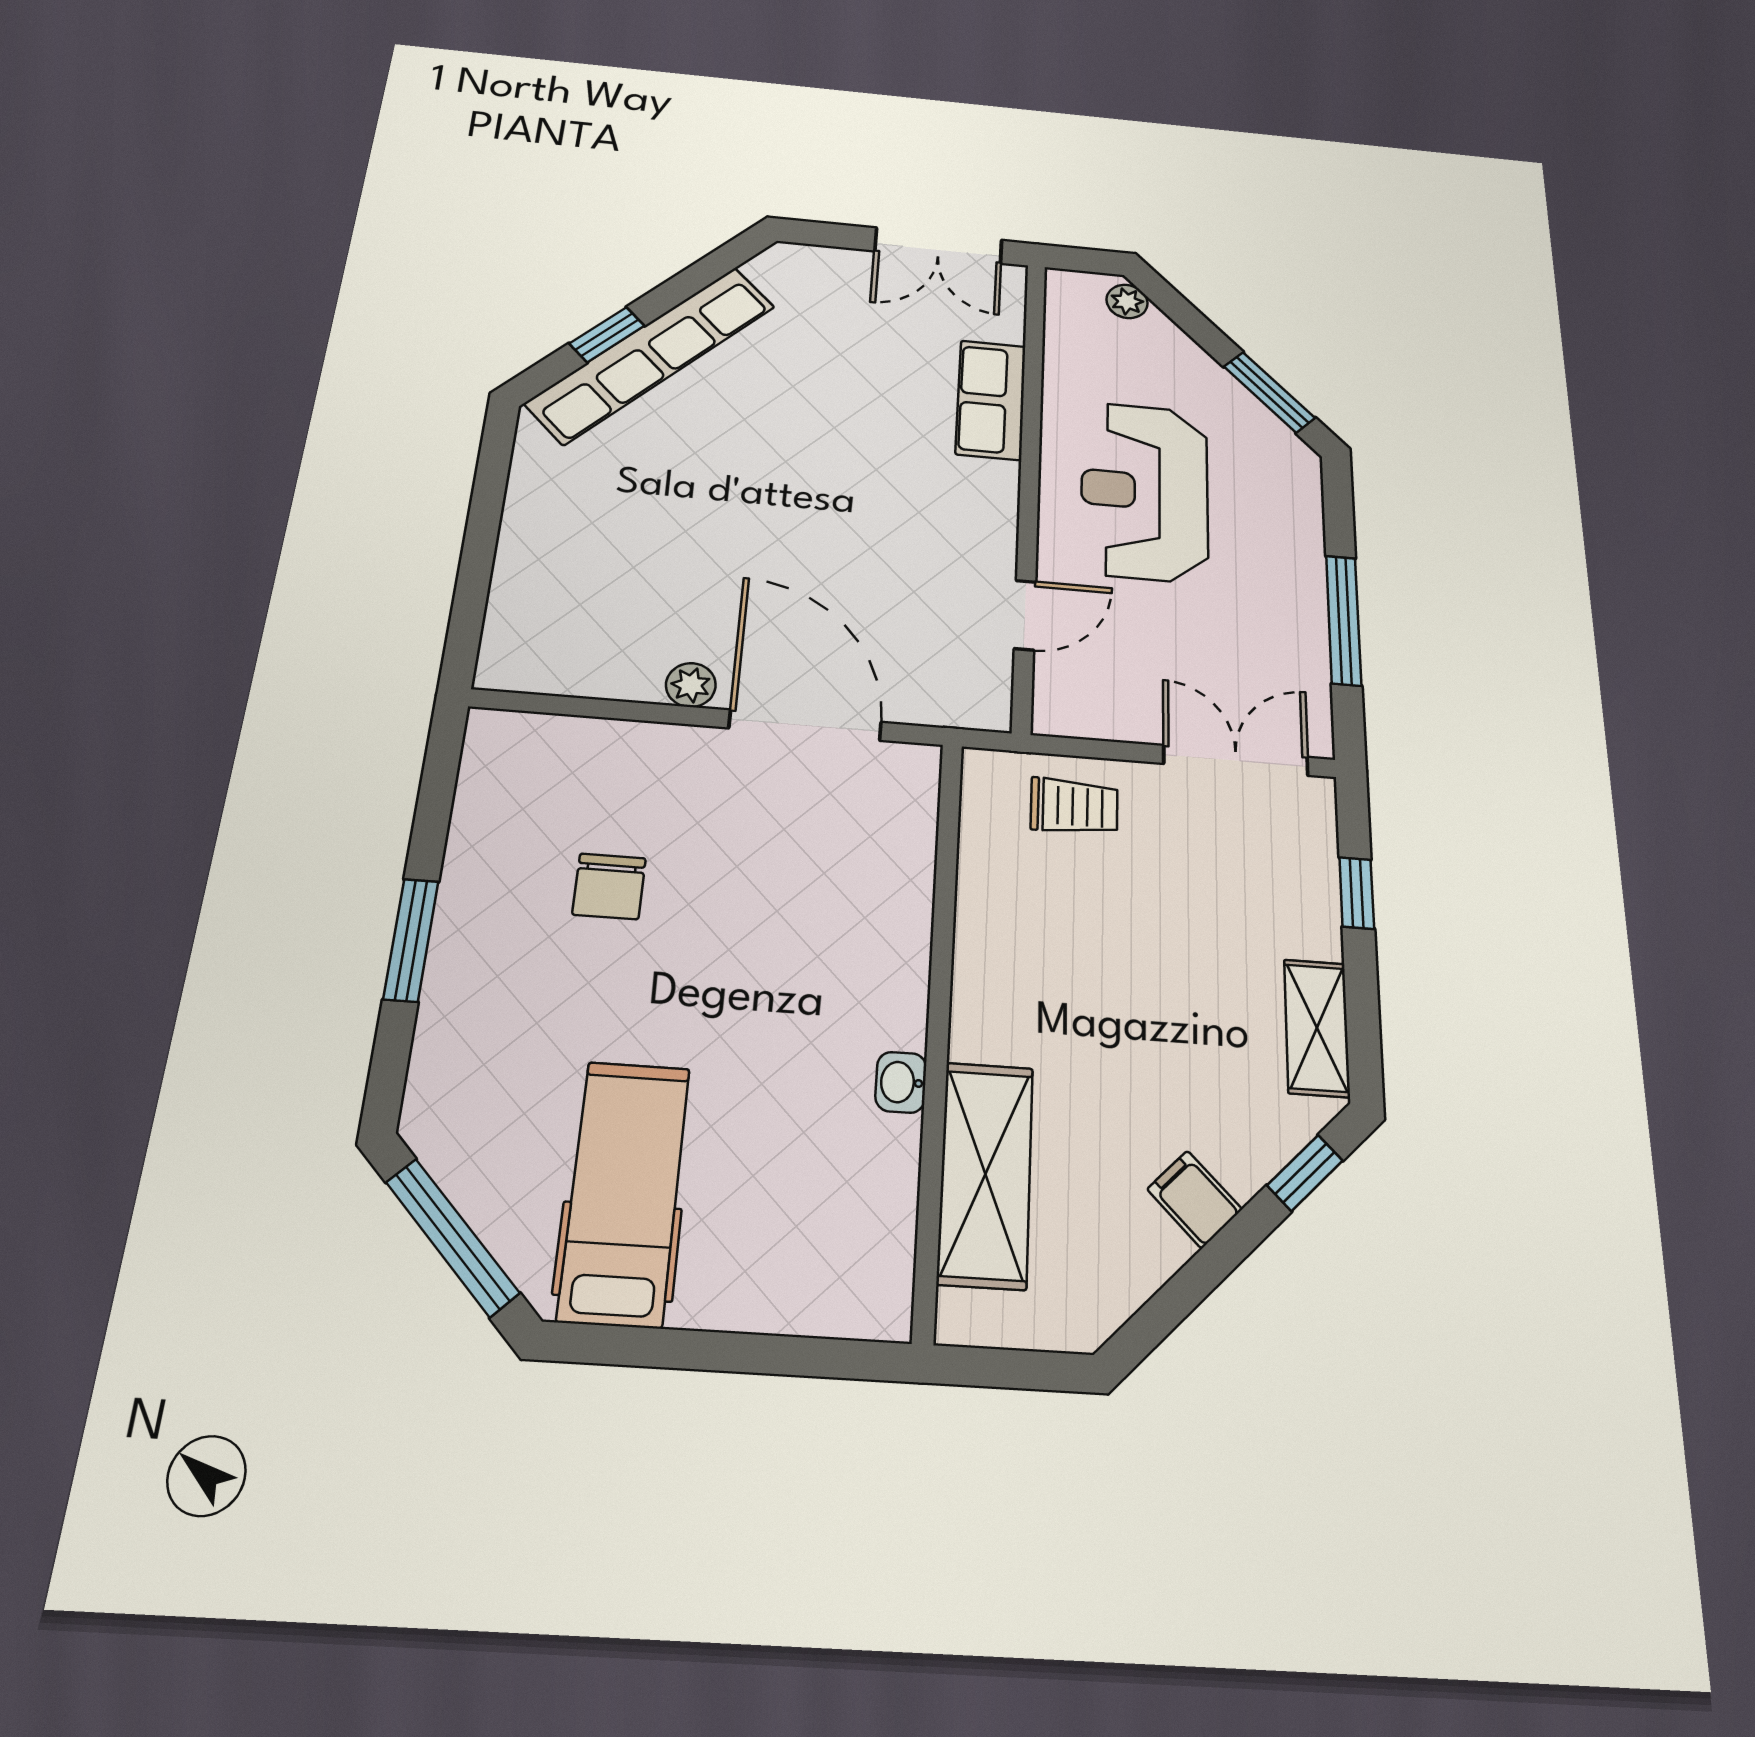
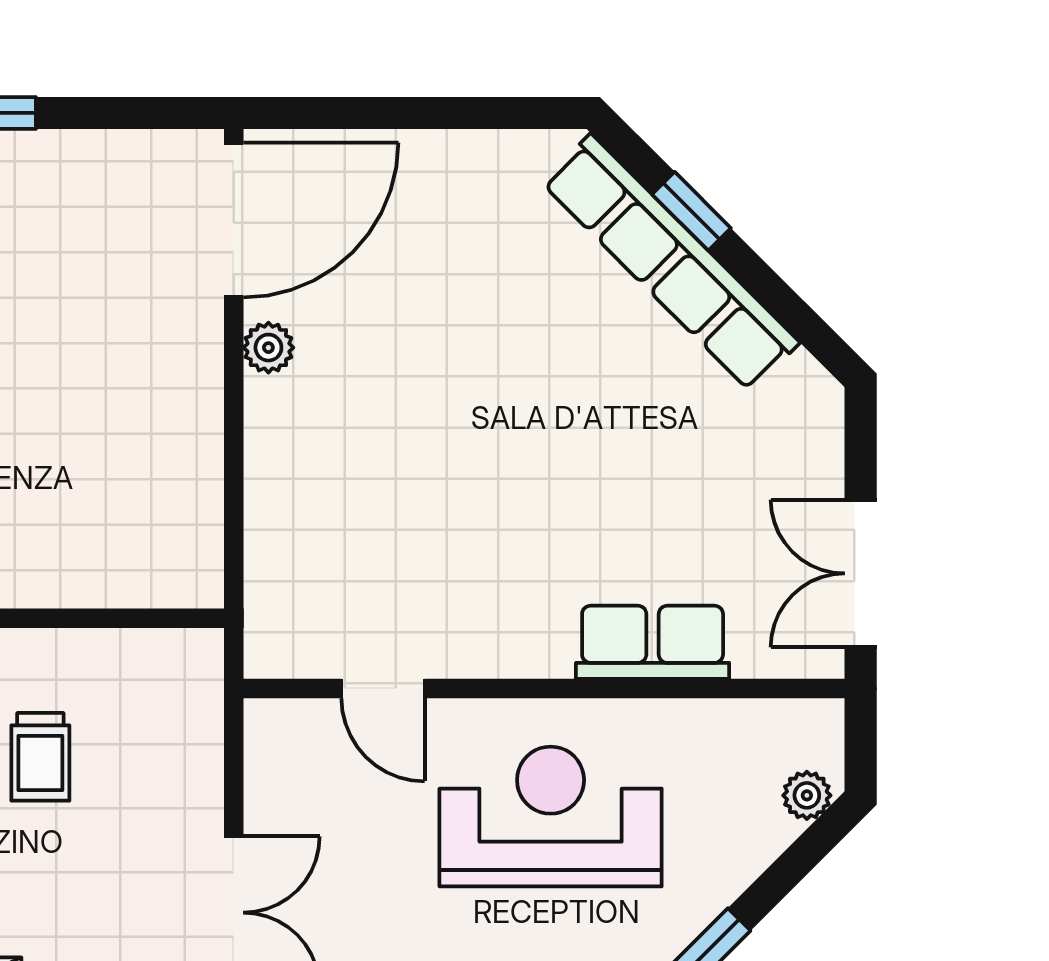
door: (805, 725) -> (234, 220), moved
trolley: (1074, 806) -> (40, 757), moved
chair: (609, 886) -> (45, 291), removed

